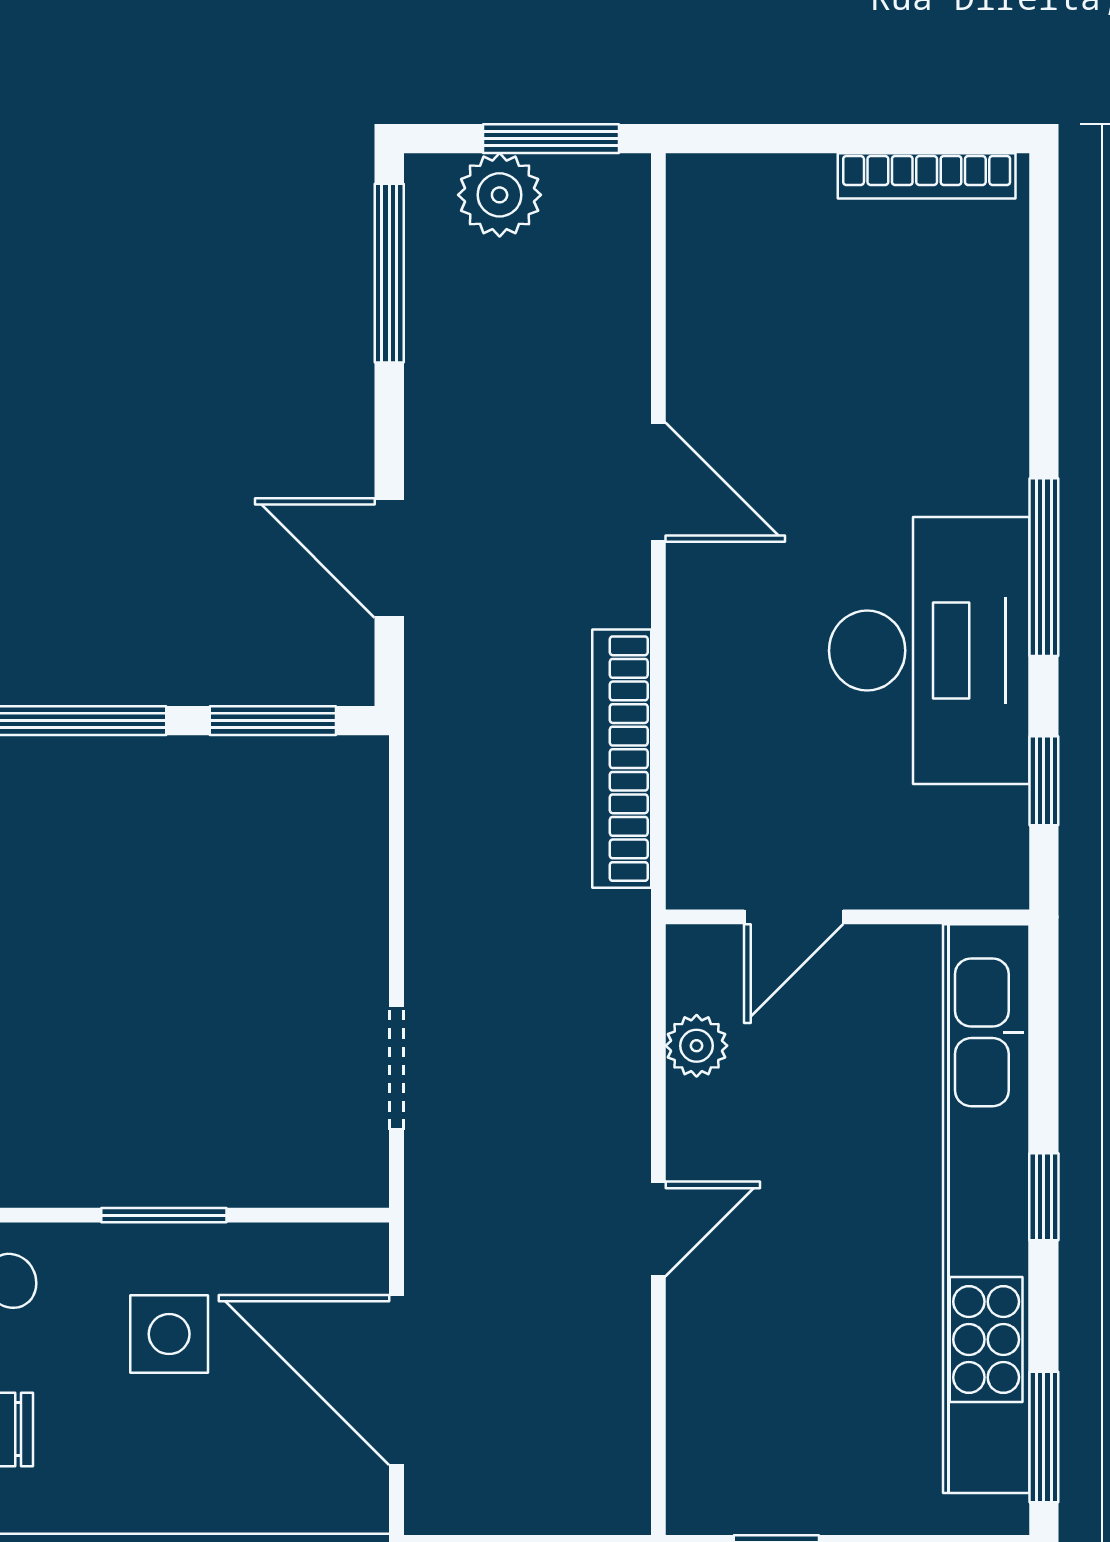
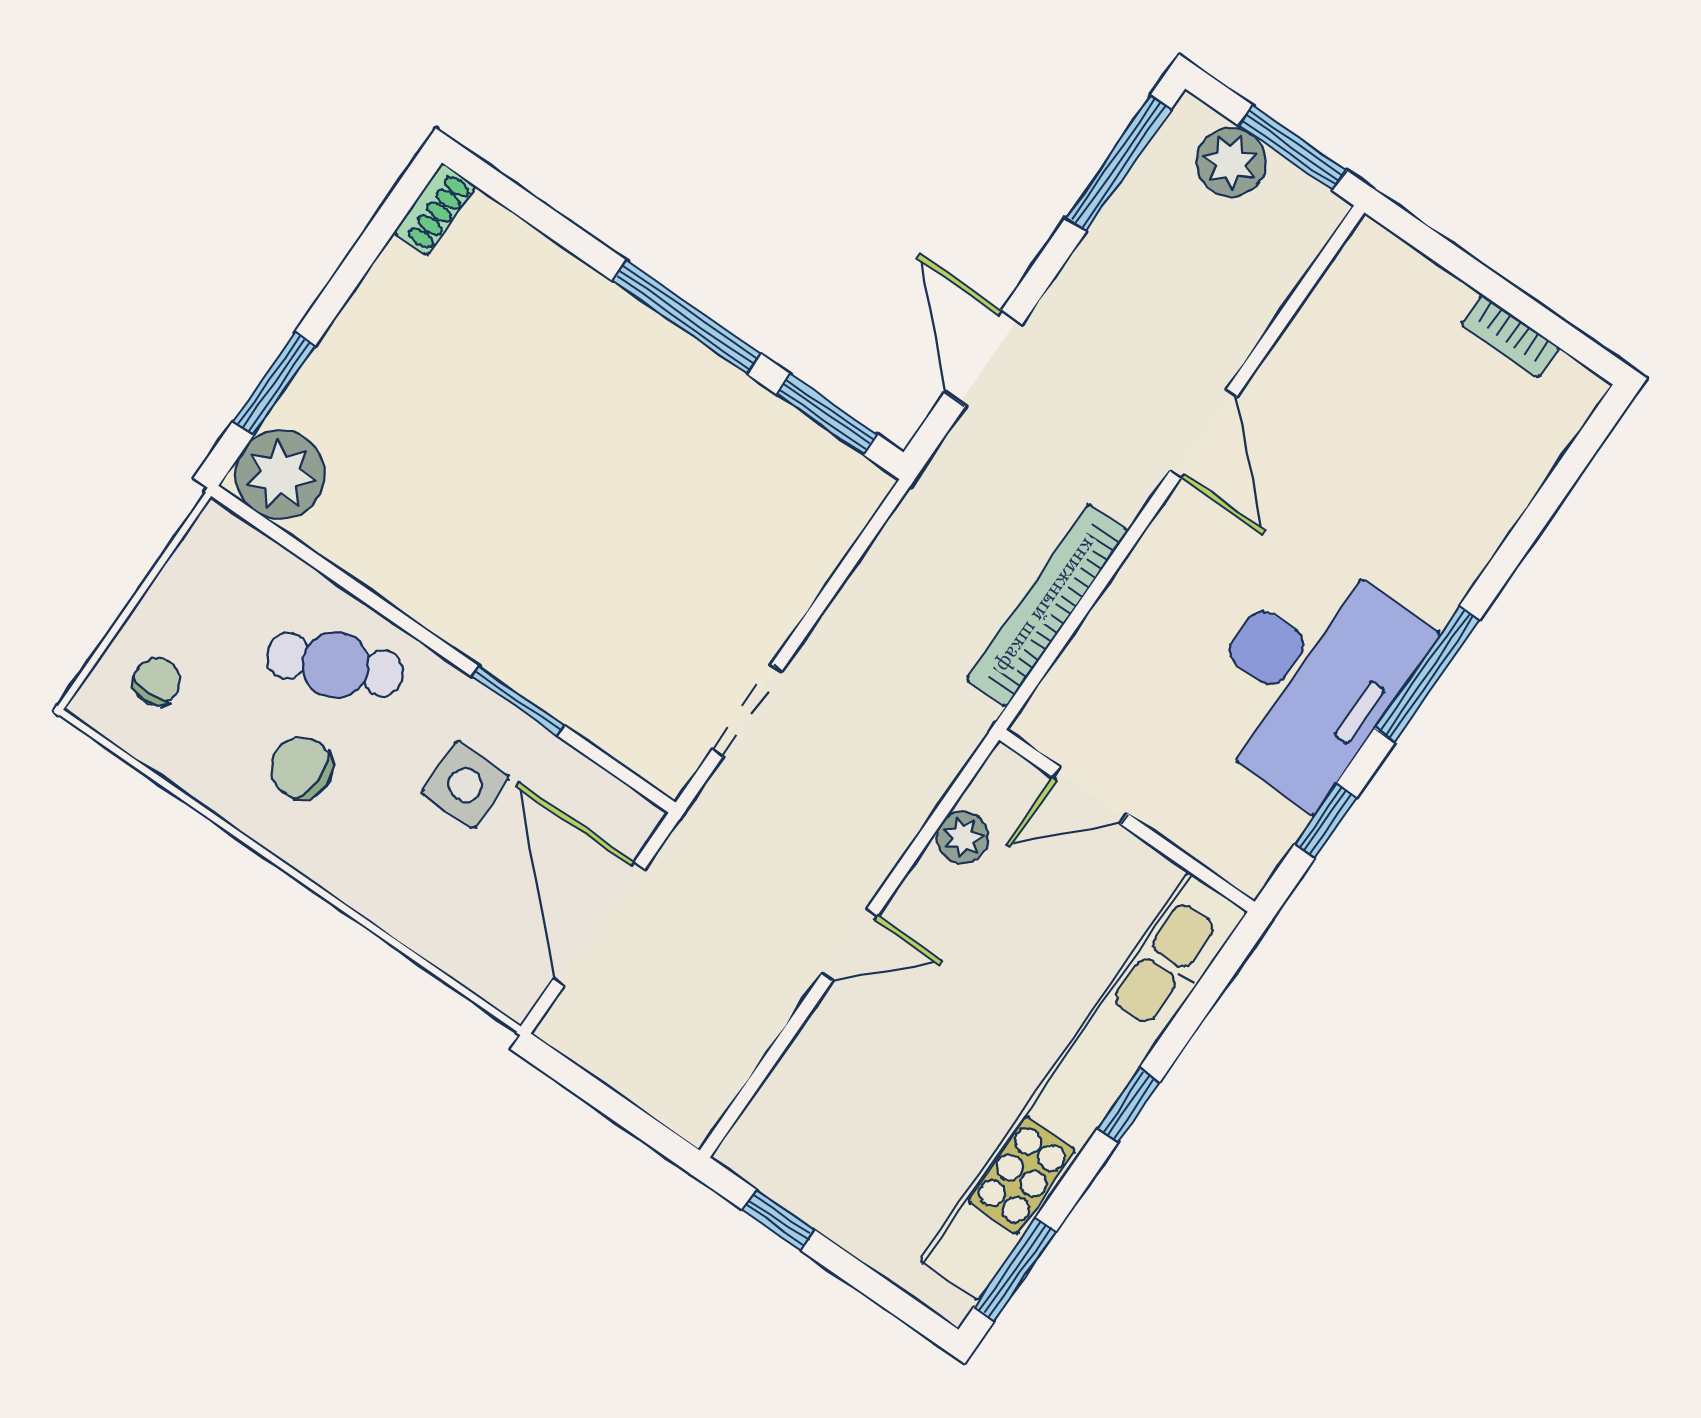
bookcase: (927, 176) -> (1510, 336), width x0.64

